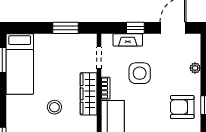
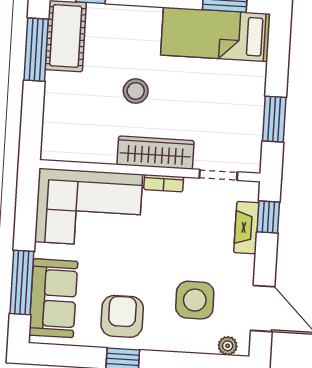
window: (135, 28) -> (268, 217), moved
plant: (195, 68) -> (228, 346), moved
side table: (140, 73) -> (195, 300), moved

